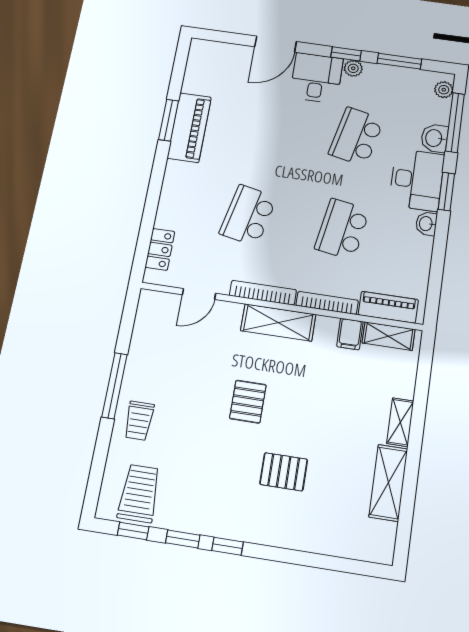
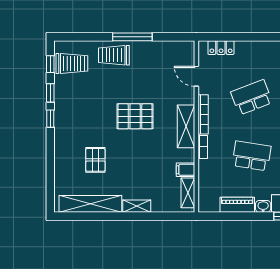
school desk: (248, 215) -> (252, 97), turned -33
bookcase: (327, 303) -> (203, 147), width x0.64
piano: (388, 307) -> (237, 205), moved, turned -90
pallet: (248, 402) -> (135, 116), width x1.50, depth x1.42
trolley: (139, 421) -> (114, 55), width x1.36, depth x1.39
pallet: (284, 472) -> (95, 160), moved
shelving: (388, 483) -> (90, 204), width x1.47

